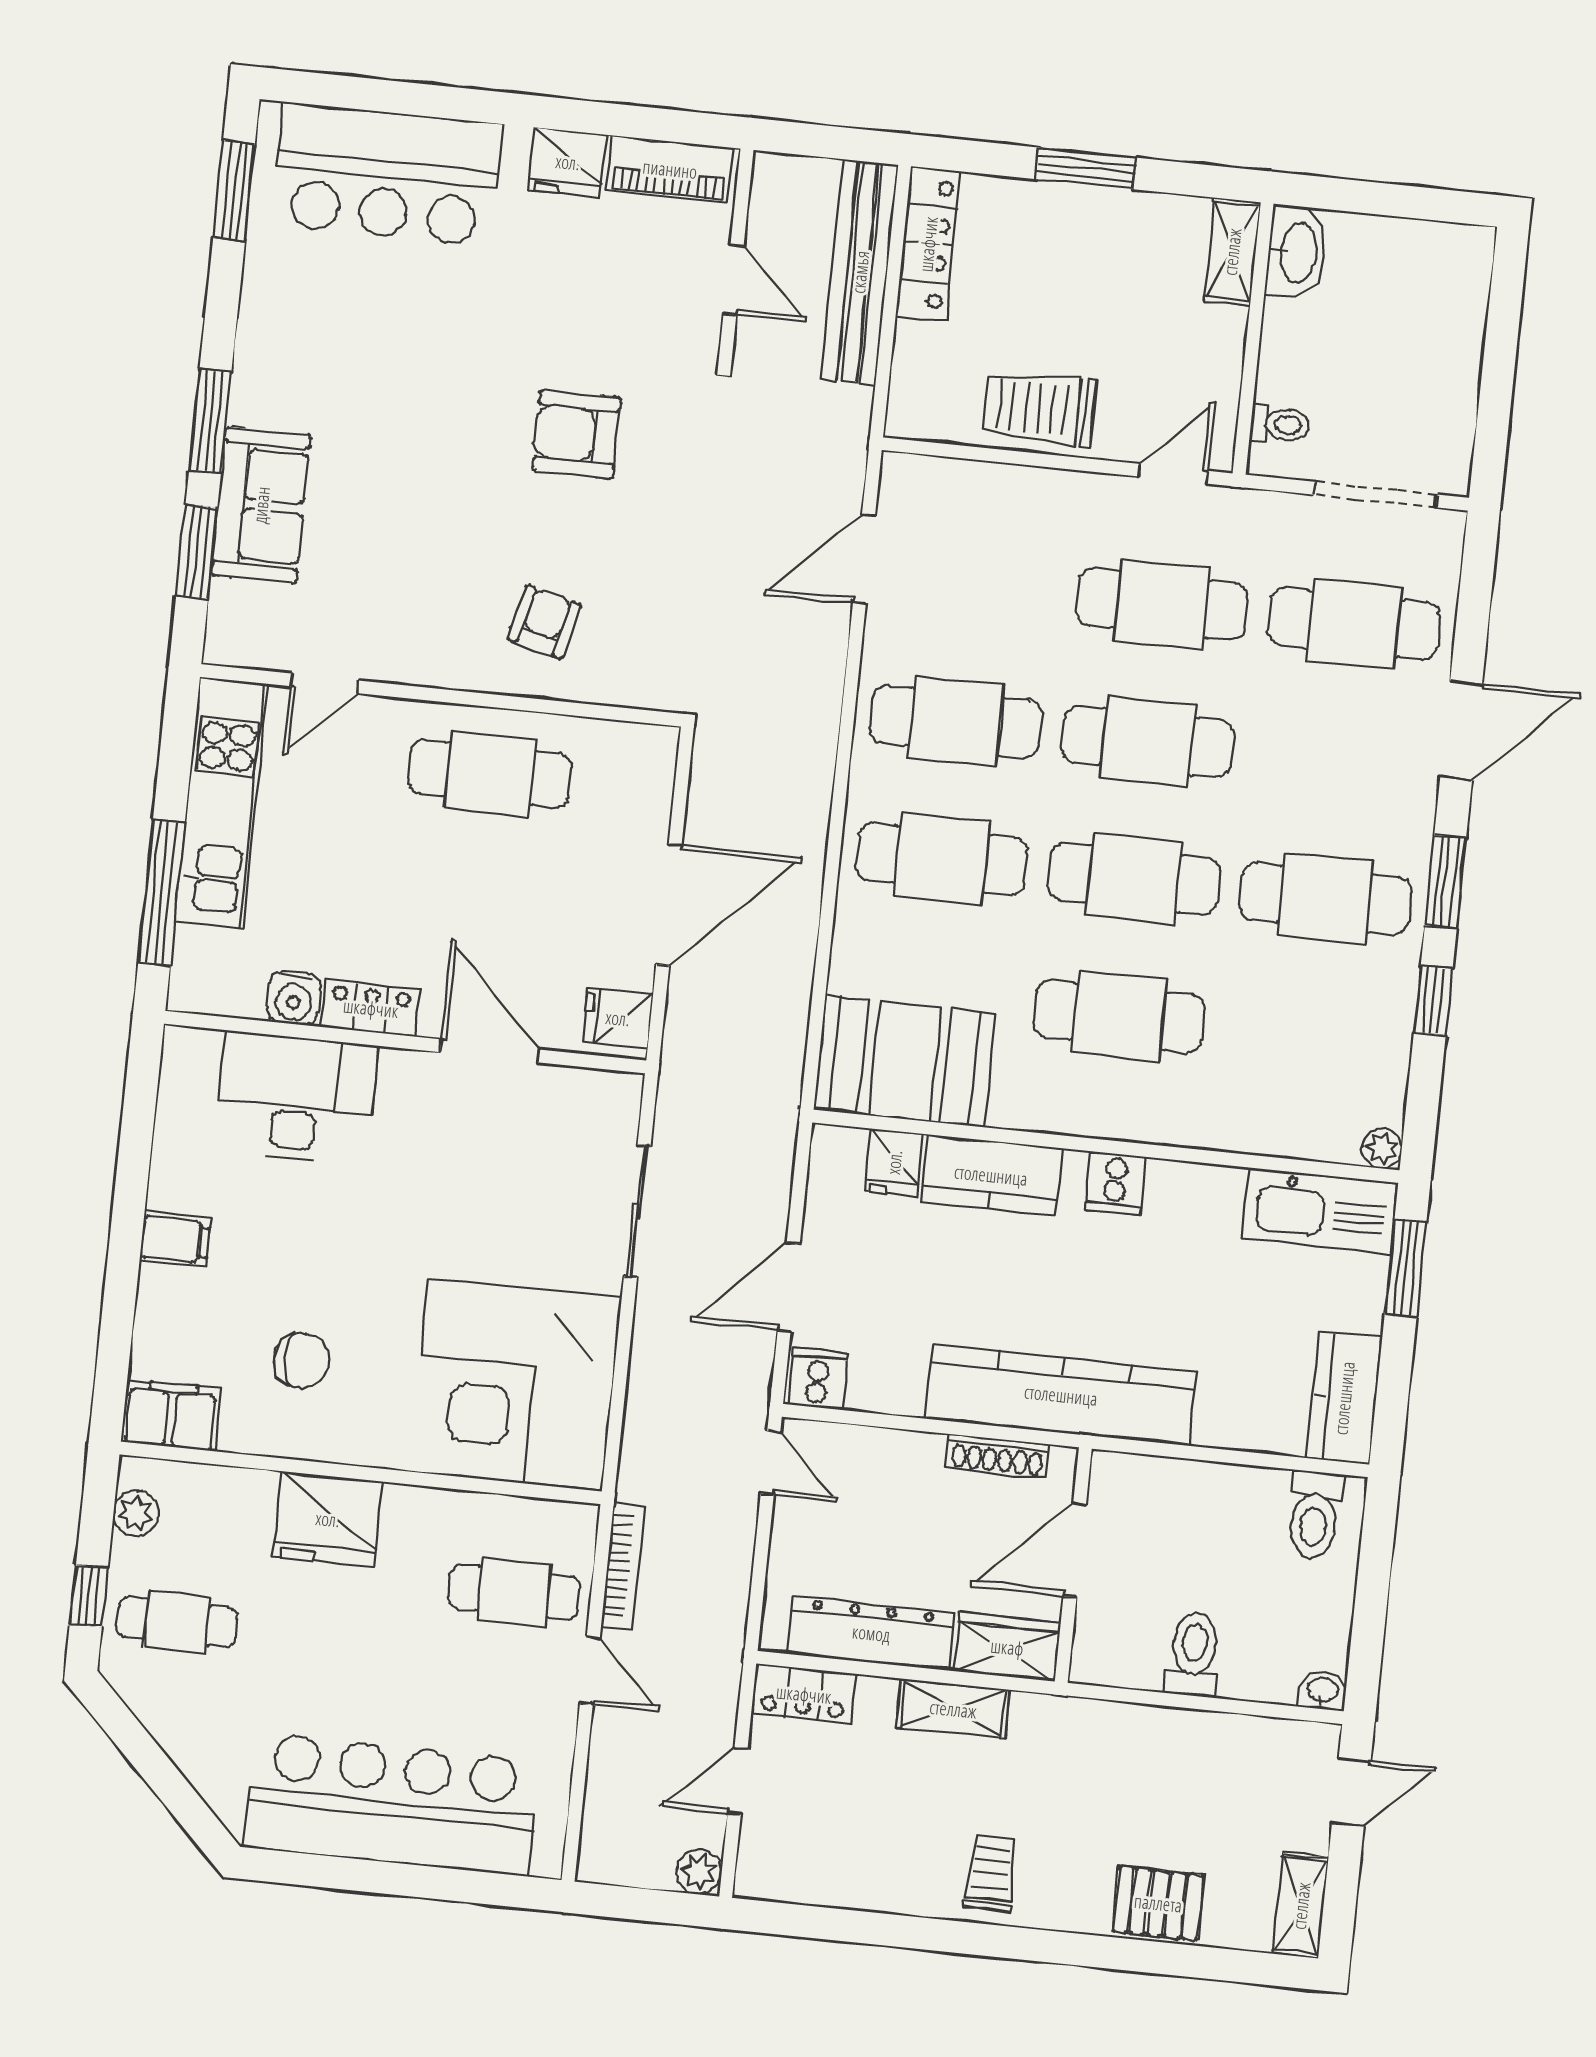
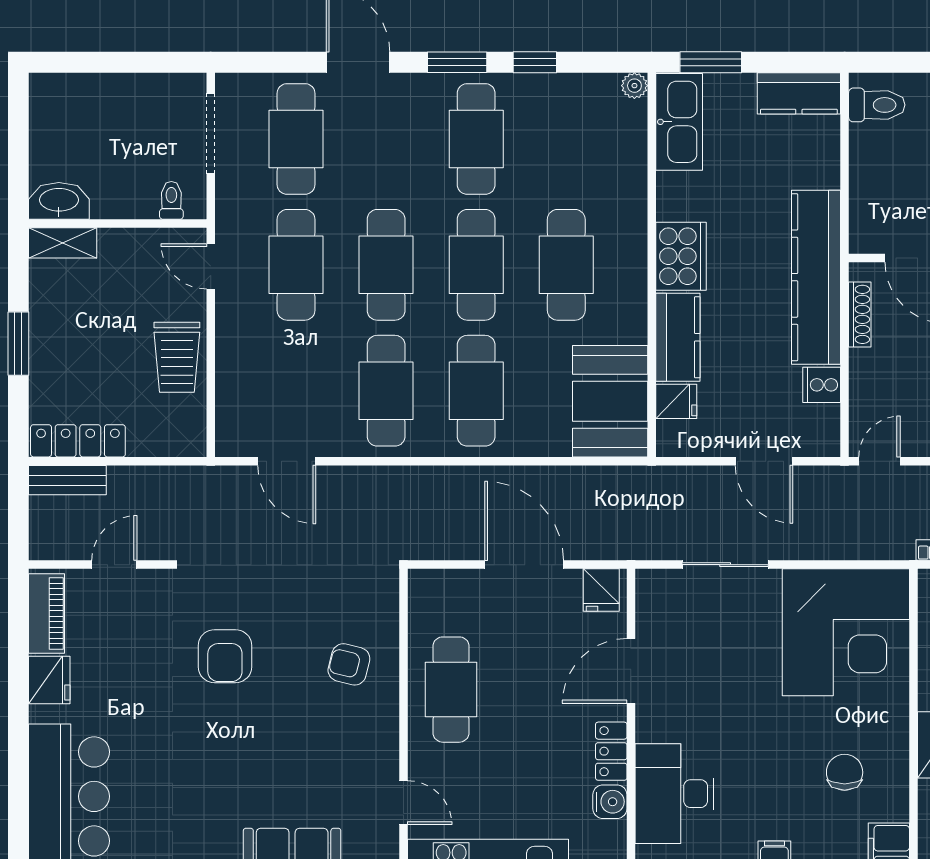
bench: (860, 272) -> (67, 480), width x0.54, depth x0.82
cooker: (1115, 1183) -> (681, 256), width x1.87, depth x1.31
cooker: (817, 1379) -> (822, 385), moved

